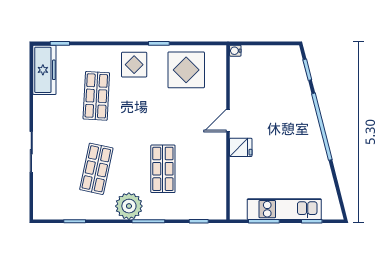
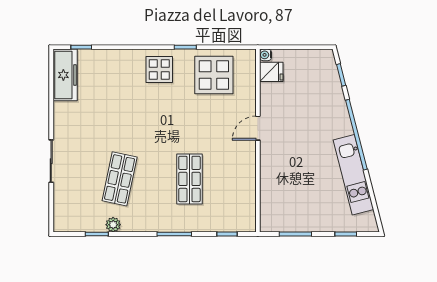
shop shelf: (96, 96) -> (120, 102), removed
fridge: (241, 147) -> (271, 72), moved
plant: (129, 206) -> (113, 225), moved, width x0.53, depth x0.53
kitchen unit: (284, 209) -> (353, 175), moved, turned -104

